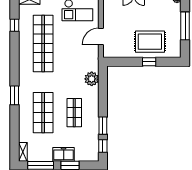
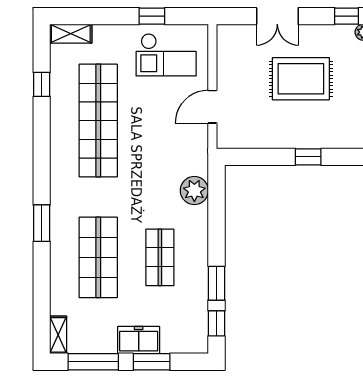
rug: (150, 42) -> (301, 79), moved

